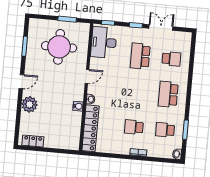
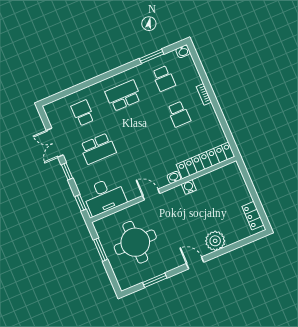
school desk: (168, 94) -> (123, 96), turned 180

